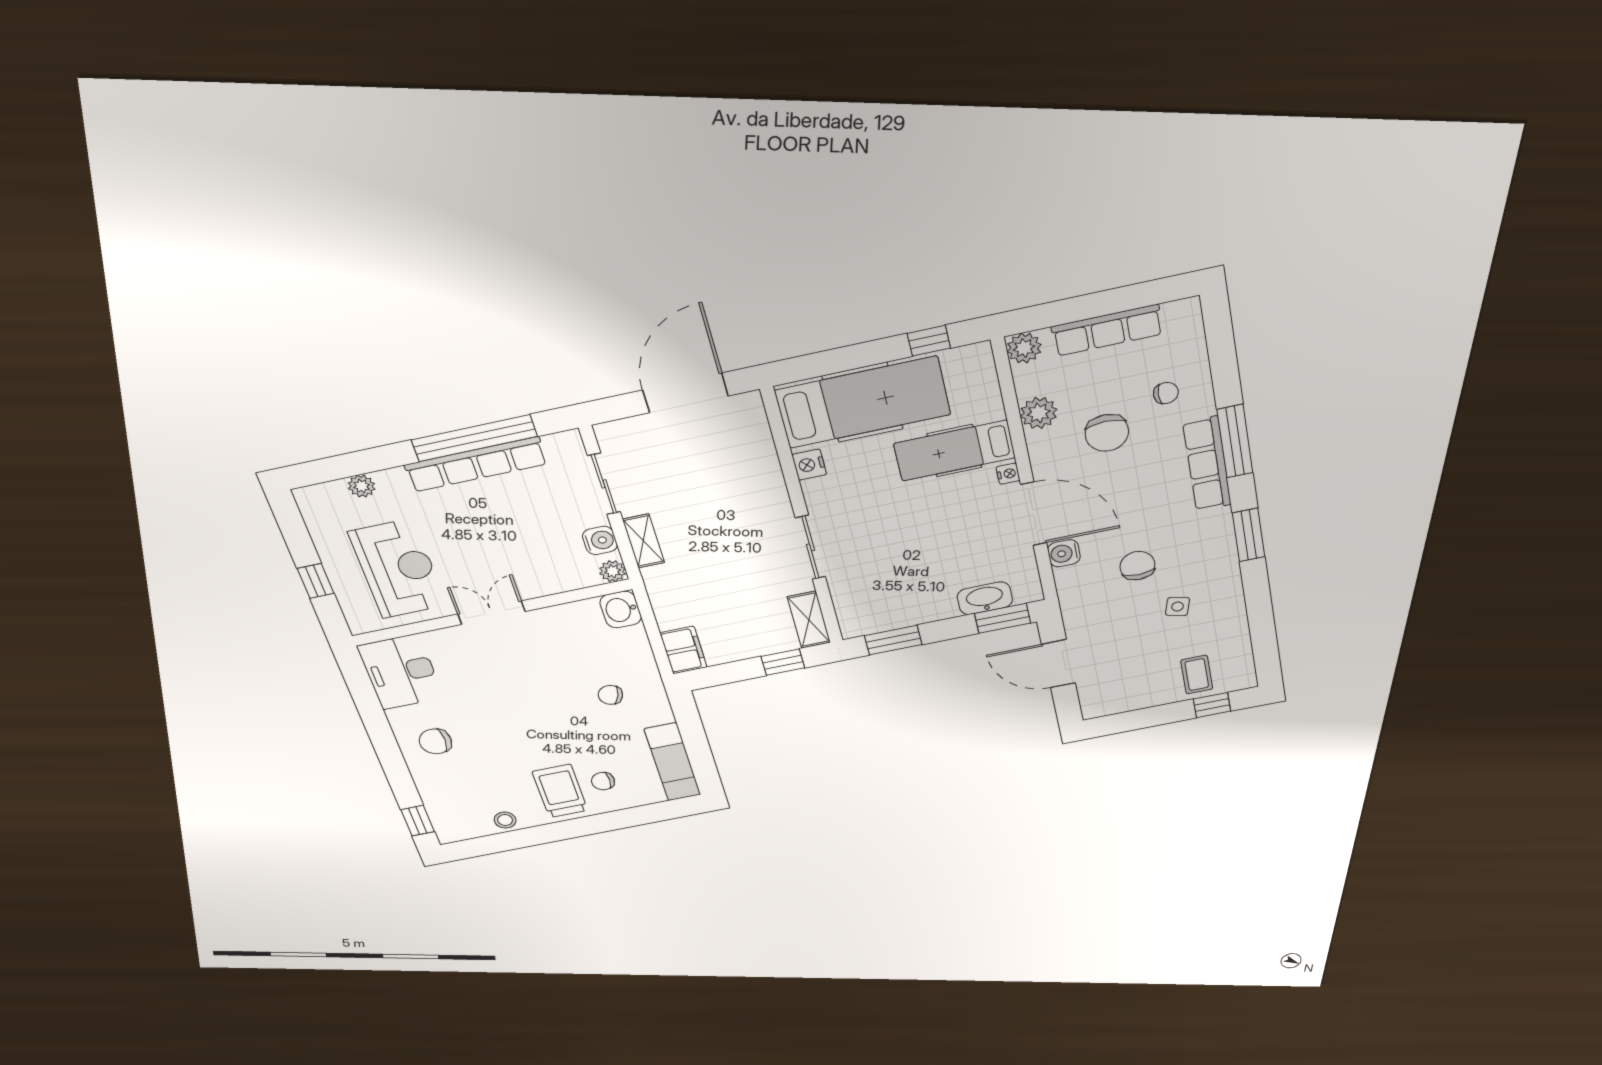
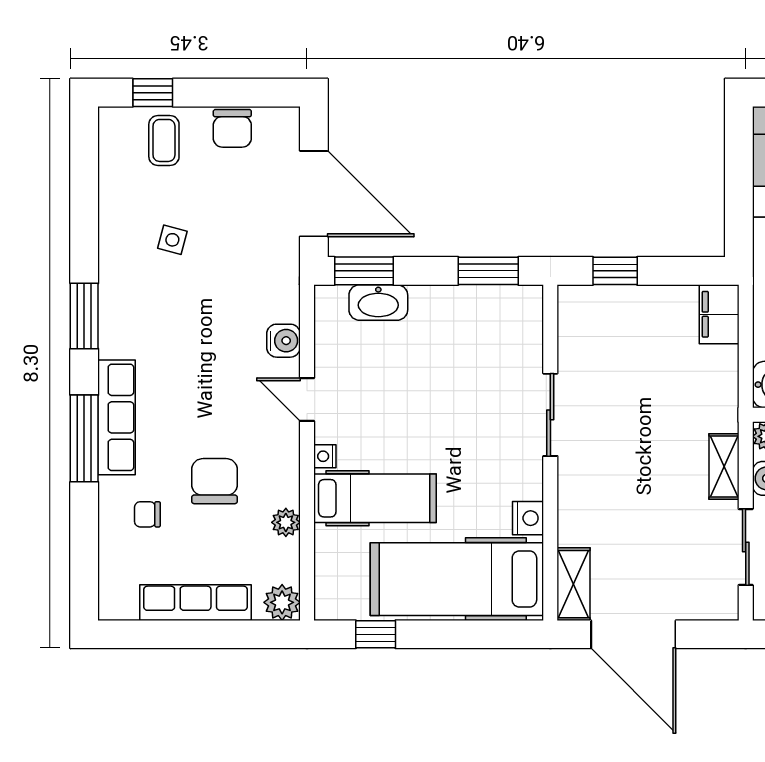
door: (685, 393) -> (633, 634), hinge flipped
plant: (1039, 413) -> (286, 522), width x0.73, depth x0.73
door: (1034, 514) -> (307, 399), width x0.53
chair: (1137, 566) -> (232, 128), moved
shelving: (809, 620) -> (574, 584), moved
door: (1059, 664) -> (314, 194), width x1.36

